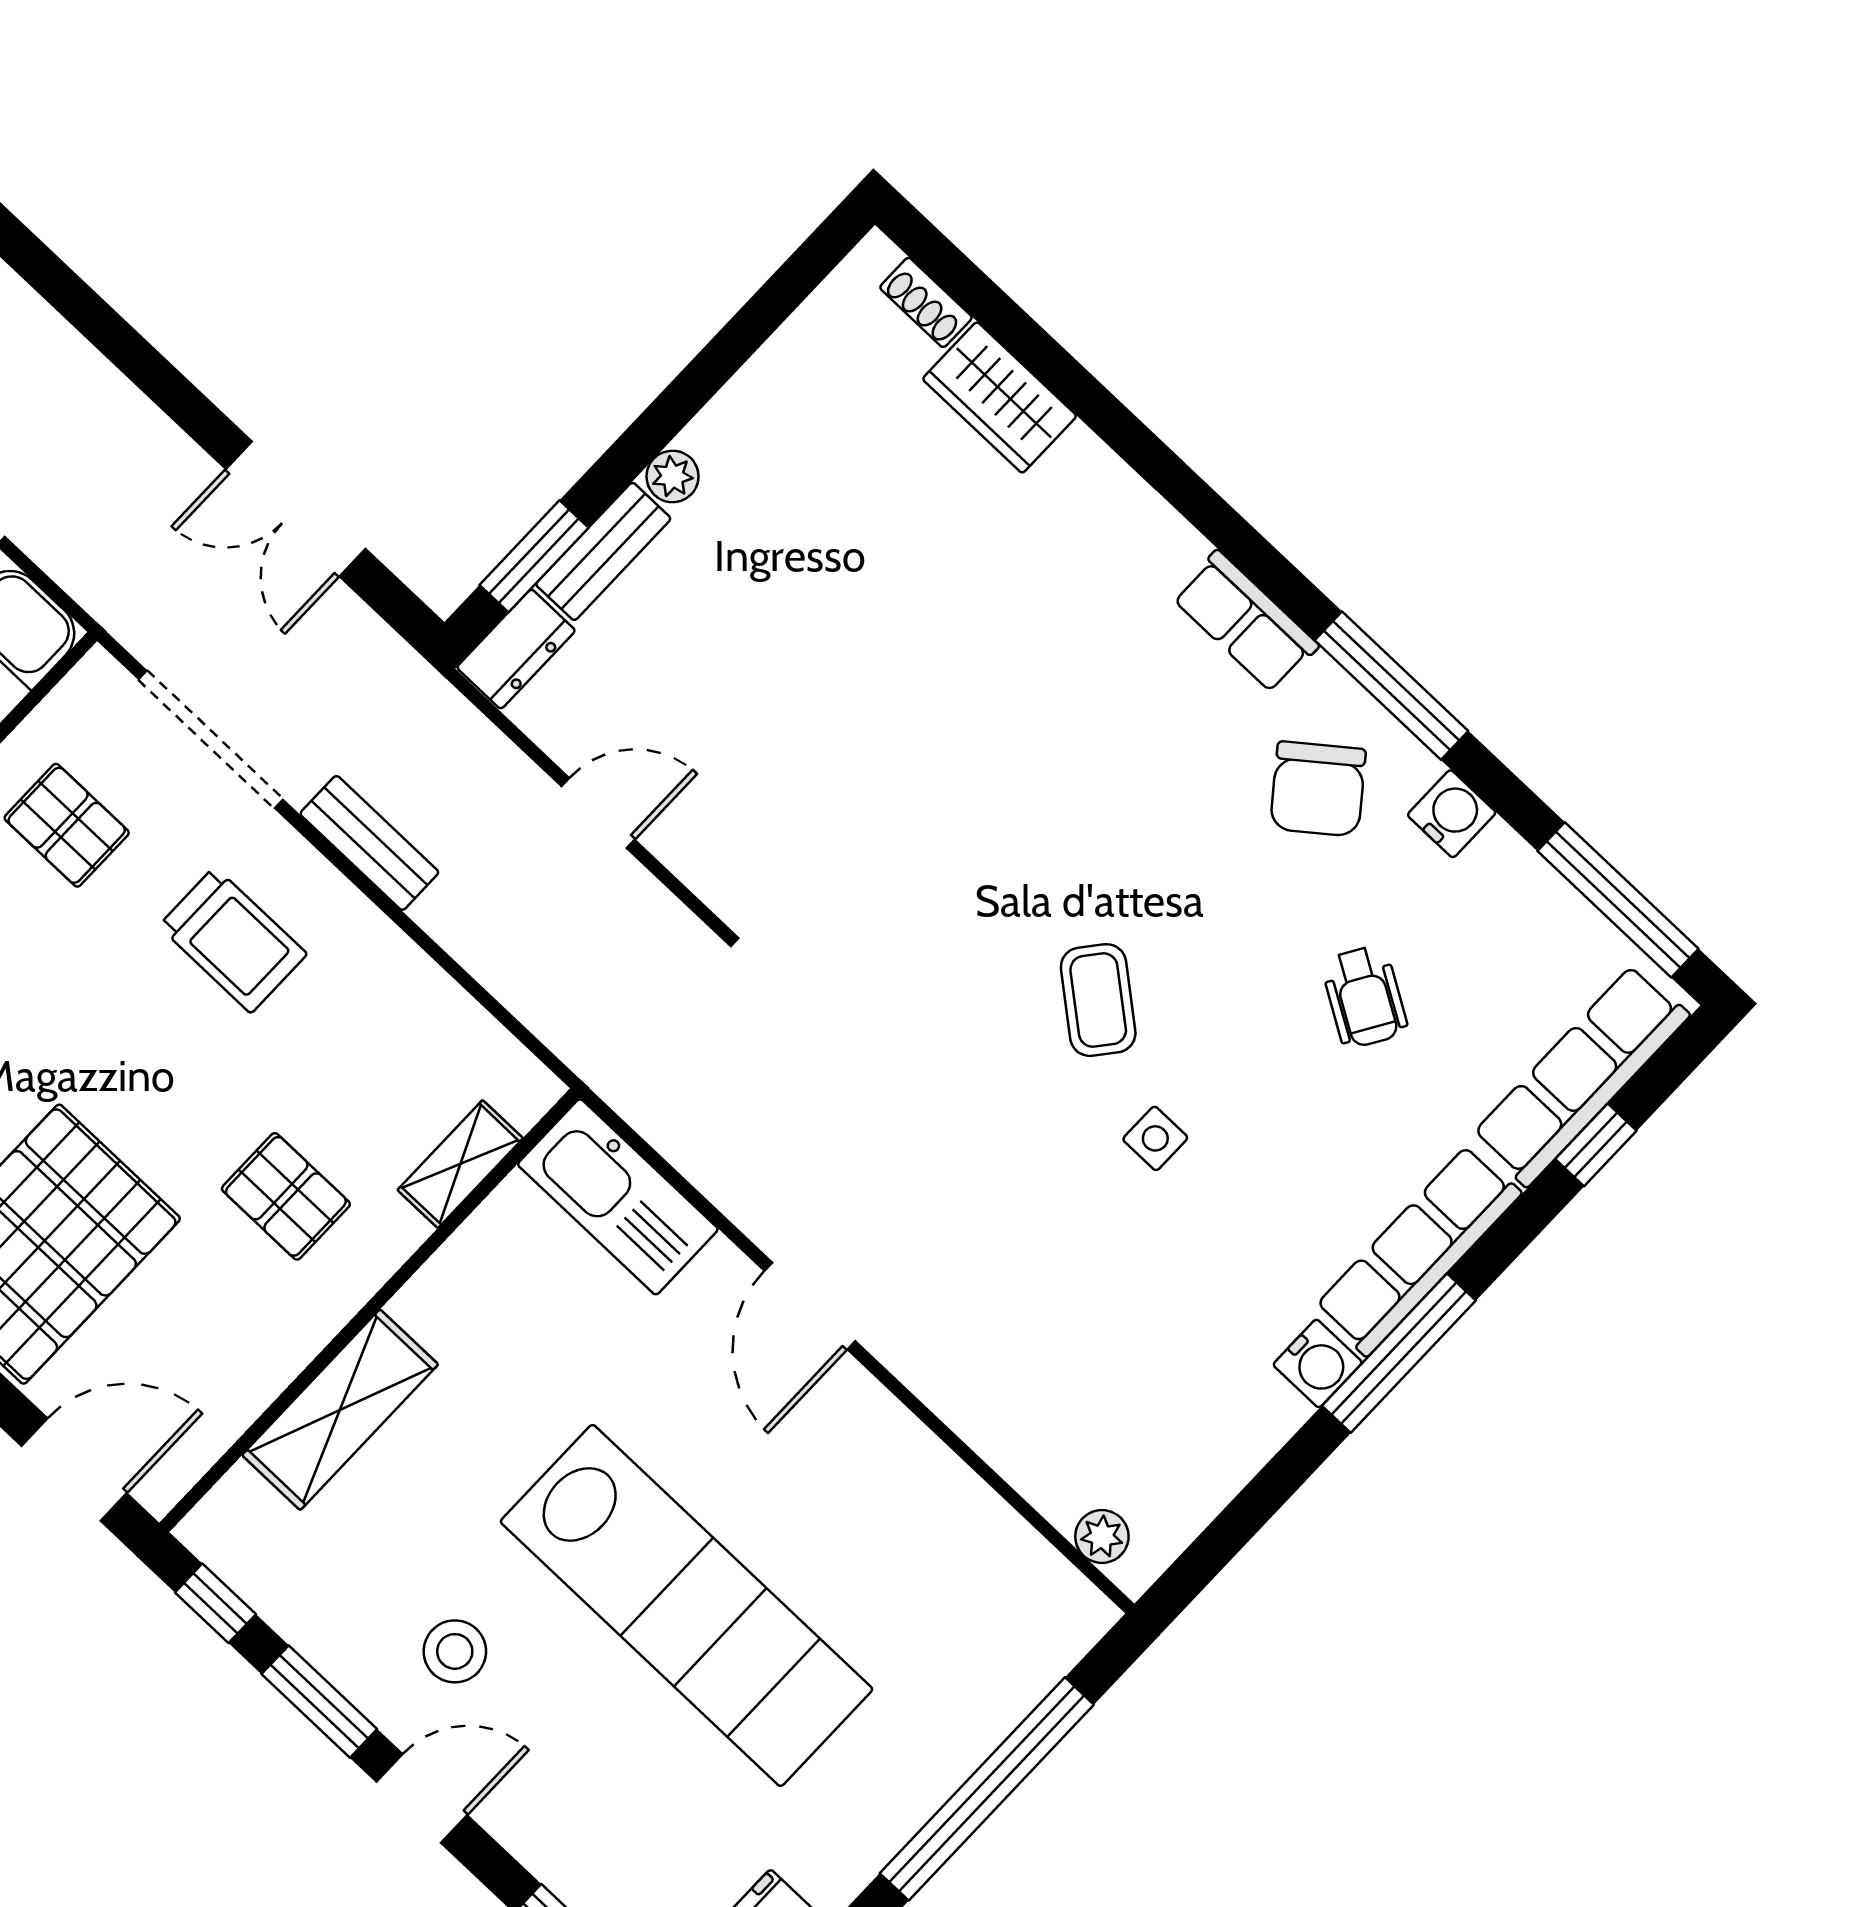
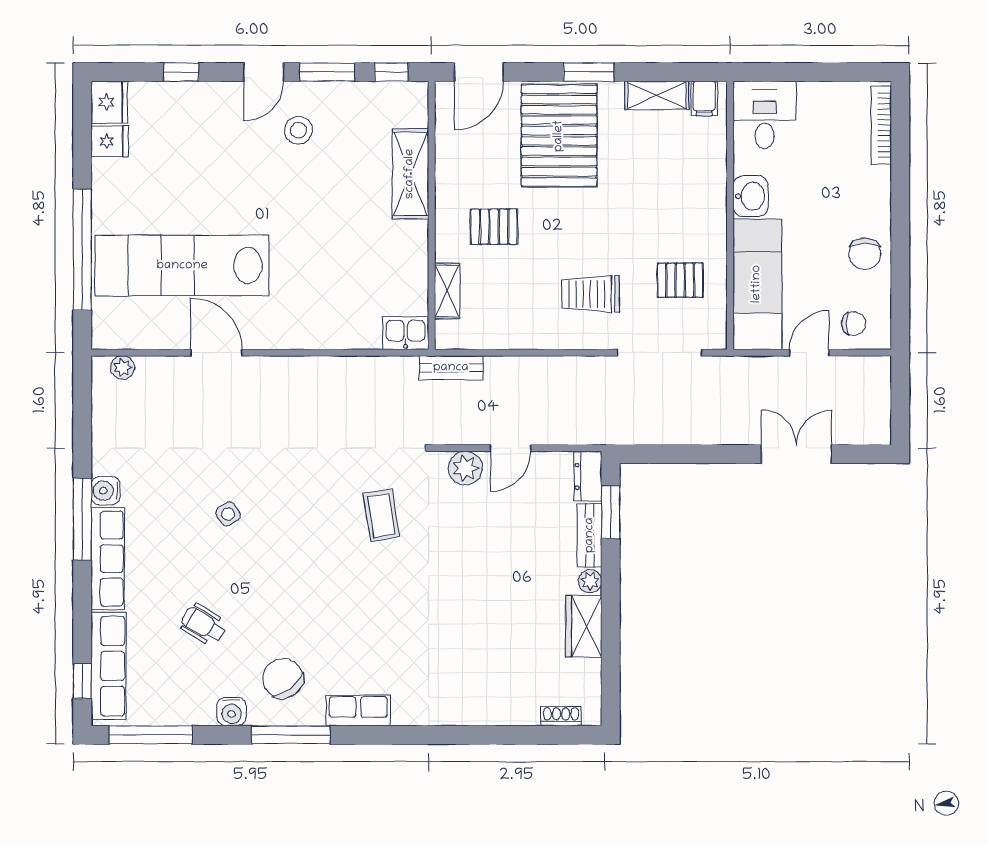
wardrobe: (1000, 397) -> (584, 626), moved, turned -90
double door: (296, 509) -> (796, 454), moved
bench: (369, 843) -> (451, 368), moved
plant: (701, 850) -> (465, 468), added
coffee table: (1098, 1000) -> (381, 515), moved, turned 42
side table: (1155, 1138) -> (228, 514), turned -34
window: (1596, 1145) -> (82, 681), moved
kitchen sink: (618, 1197) -> (406, 333), width x0.53, depth x0.81
door: (810, 1306) -> (216, 353), moved
lab bench: (686, 1605) -> (182, 266), moved

